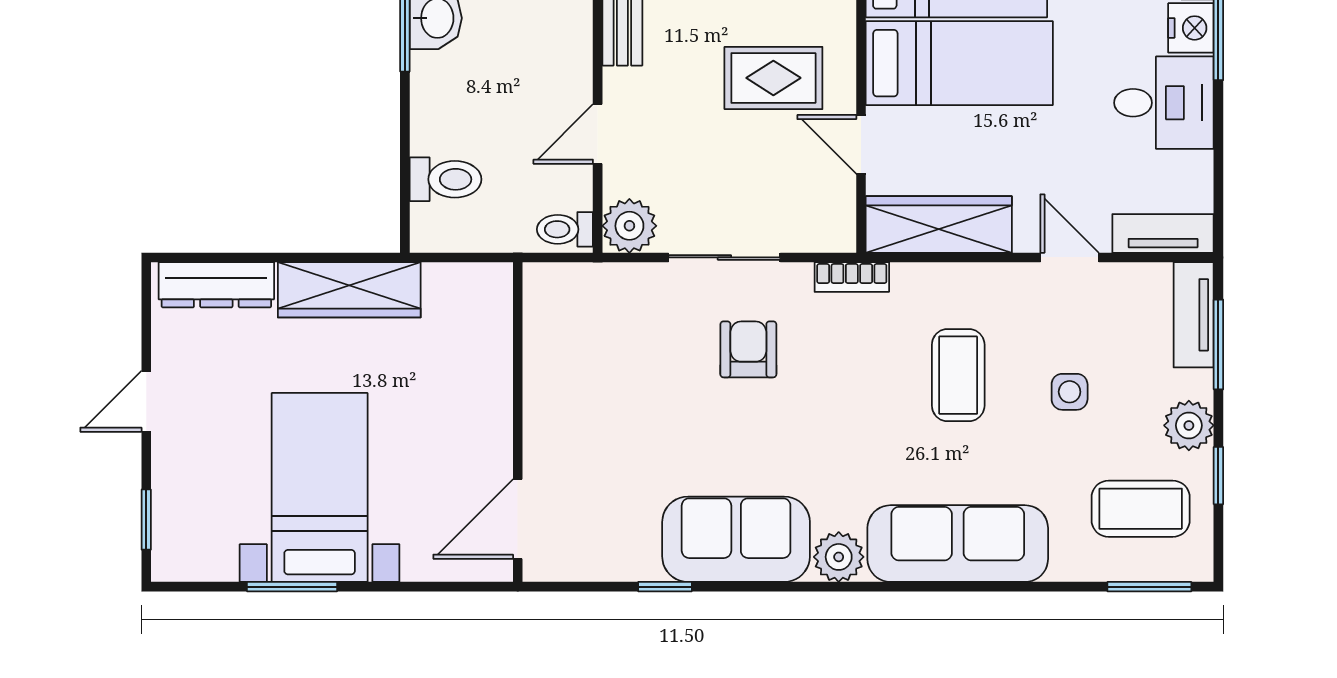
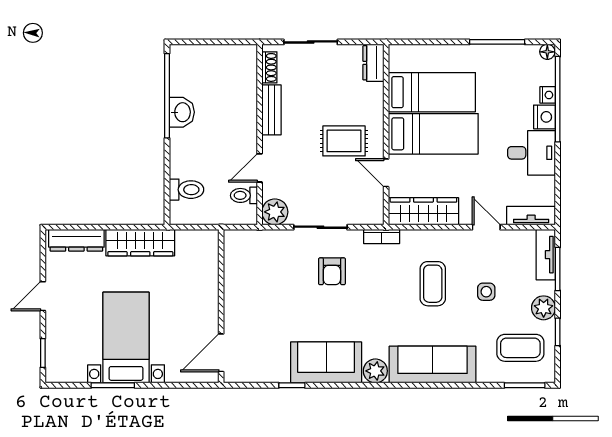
toilet: (565, 229) -> (244, 195), moved
armchair: (748, 349) -> (332, 271), turned 180

